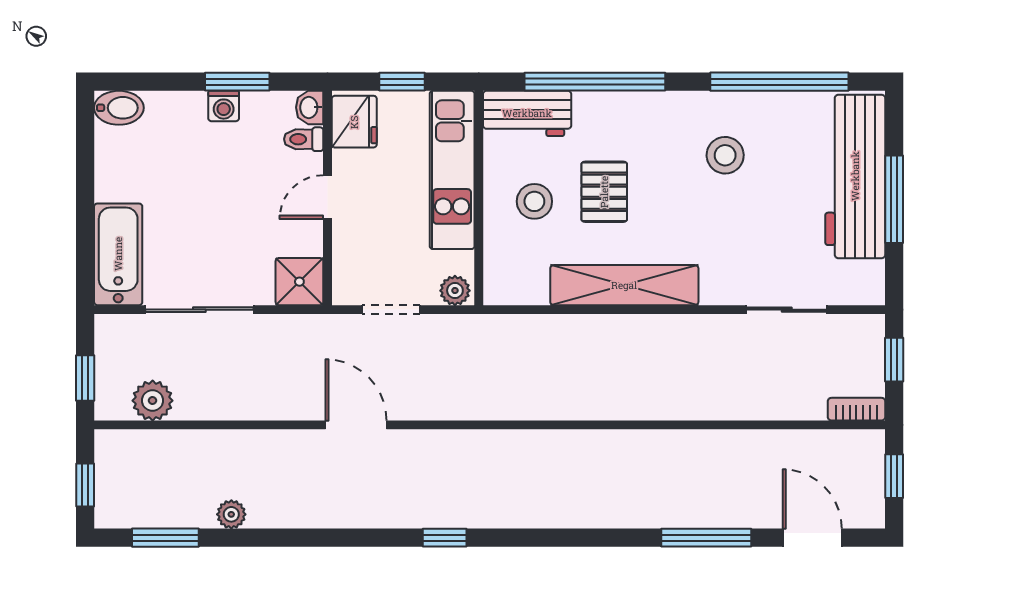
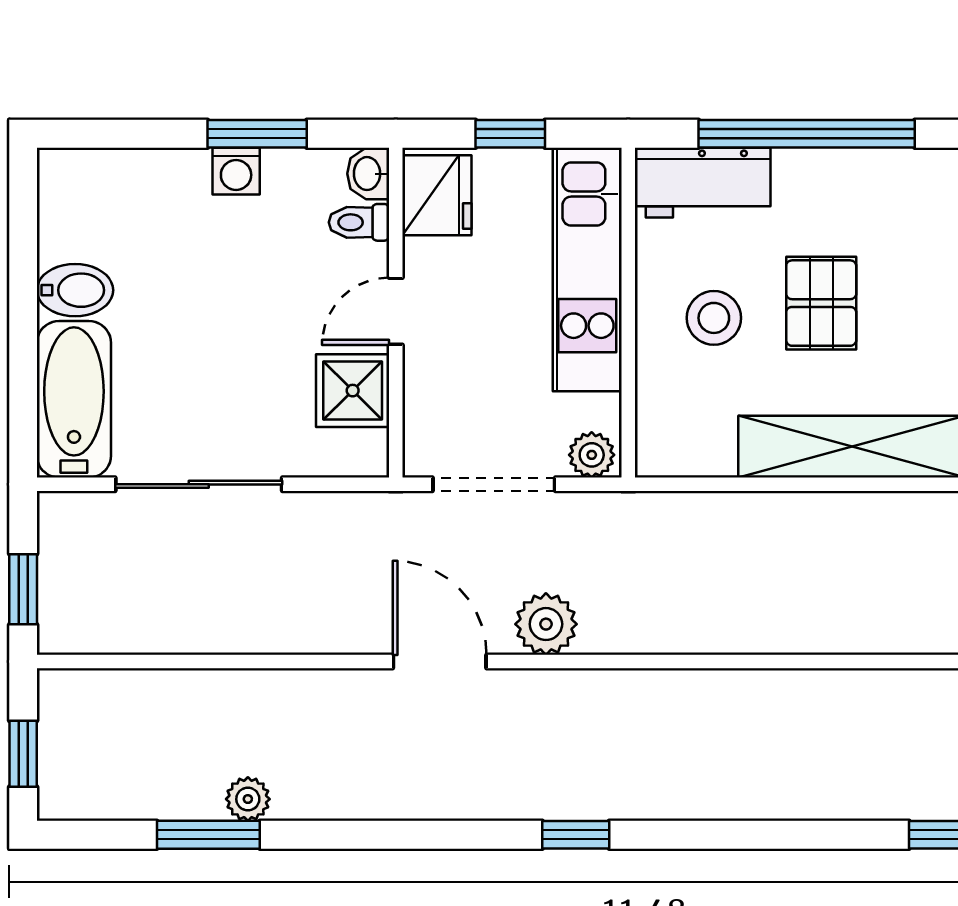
bidet: (119, 108) -> (75, 290), moved
shower: (299, 282) -> (353, 391), moved
doorway: (391, 310) -> (494, 484), width x1.38
plant: (153, 401) -> (546, 624), moved
window: (165, 538) -> (208, 835), moved

